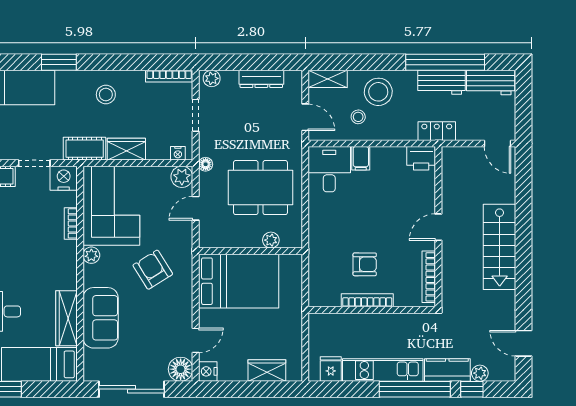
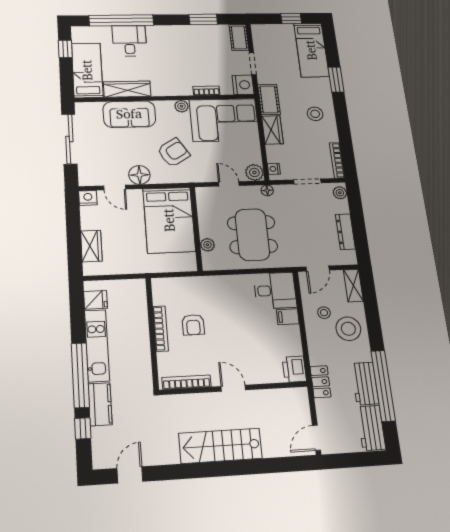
floor lamp: (181, 369) -> (139, 175), moved
plant: (480, 373) -> (99, 435), removed

